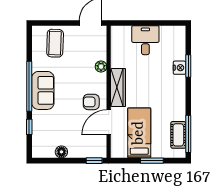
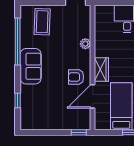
window: (29, 86) -> (18, 41), moved
wardrobe: (118, 88) -> (101, 70), width x0.67
floor lamp: (61, 152) -> (48, 124), removed

